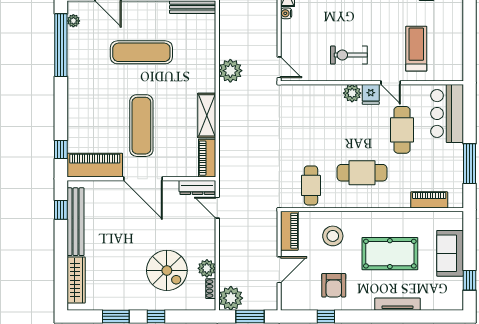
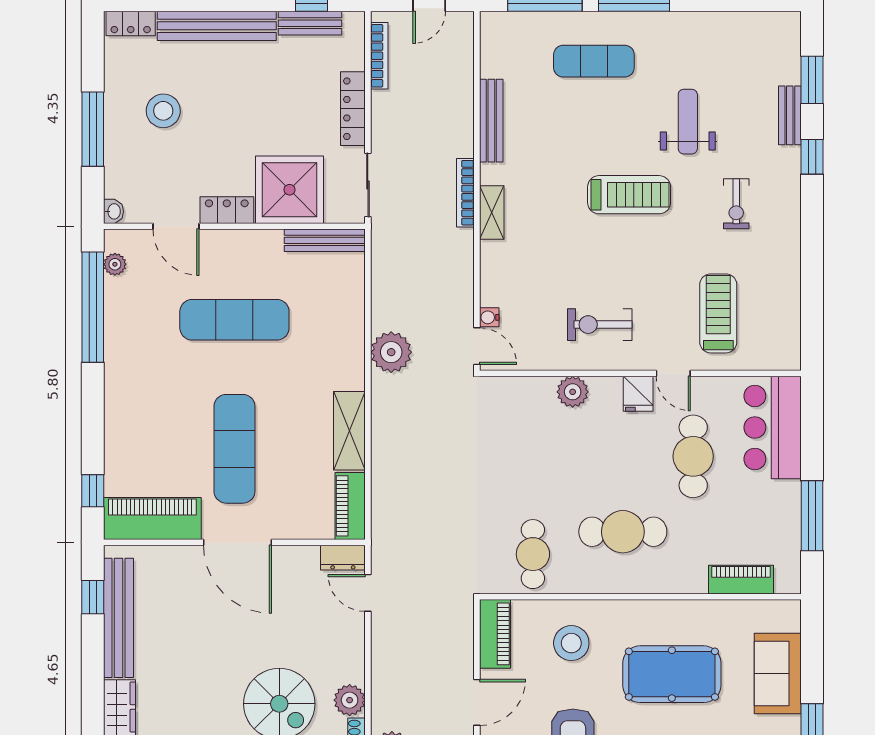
water cooler: (286, 13) -> (489, 317), moved
plant: (352, 93) -> (573, 392), moved
dresser: (197, 187) -> (343, 558), width x0.70

